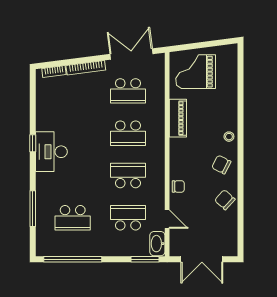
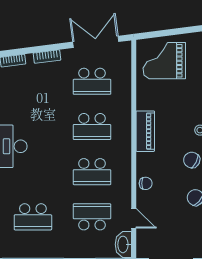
bookcase: (86, 68) -> (47, 57), width x0.64
piano: (178, 118) -> (145, 131), moved
school desk: (128, 175) -> (92, 172), turned 180

